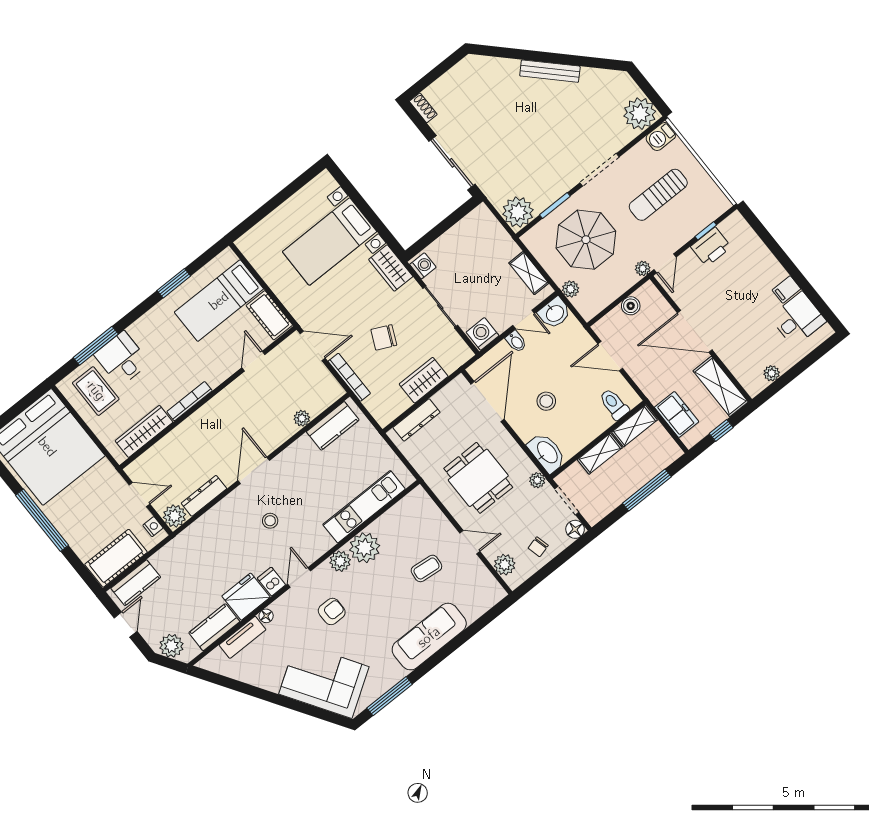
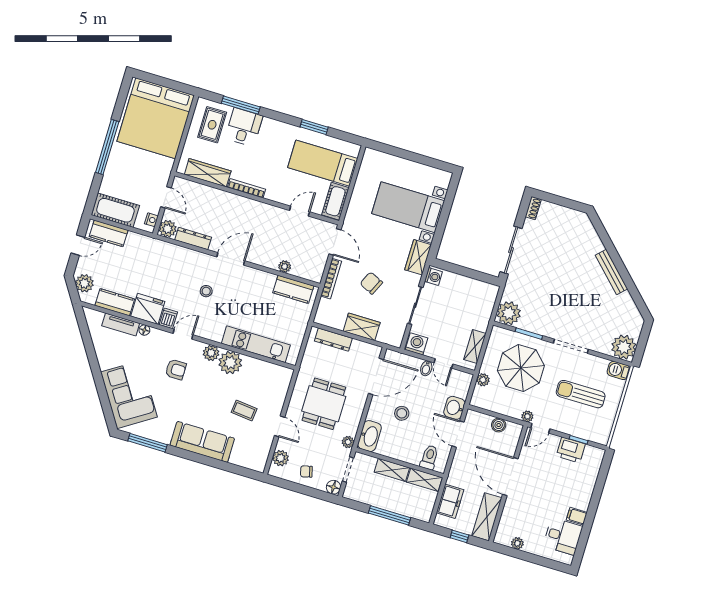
washbasin: (555, 313) -> (454, 408), moved, turned 90

